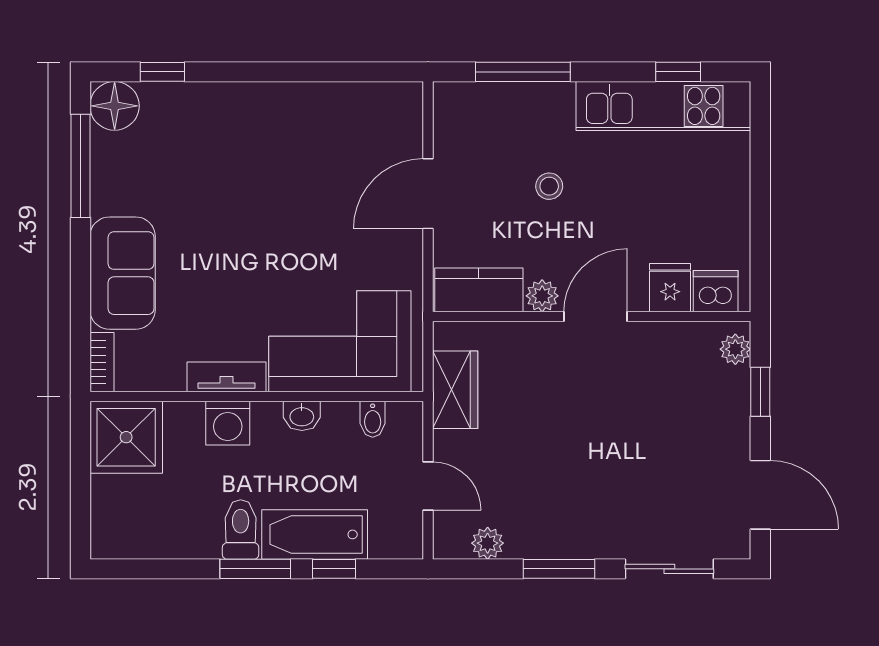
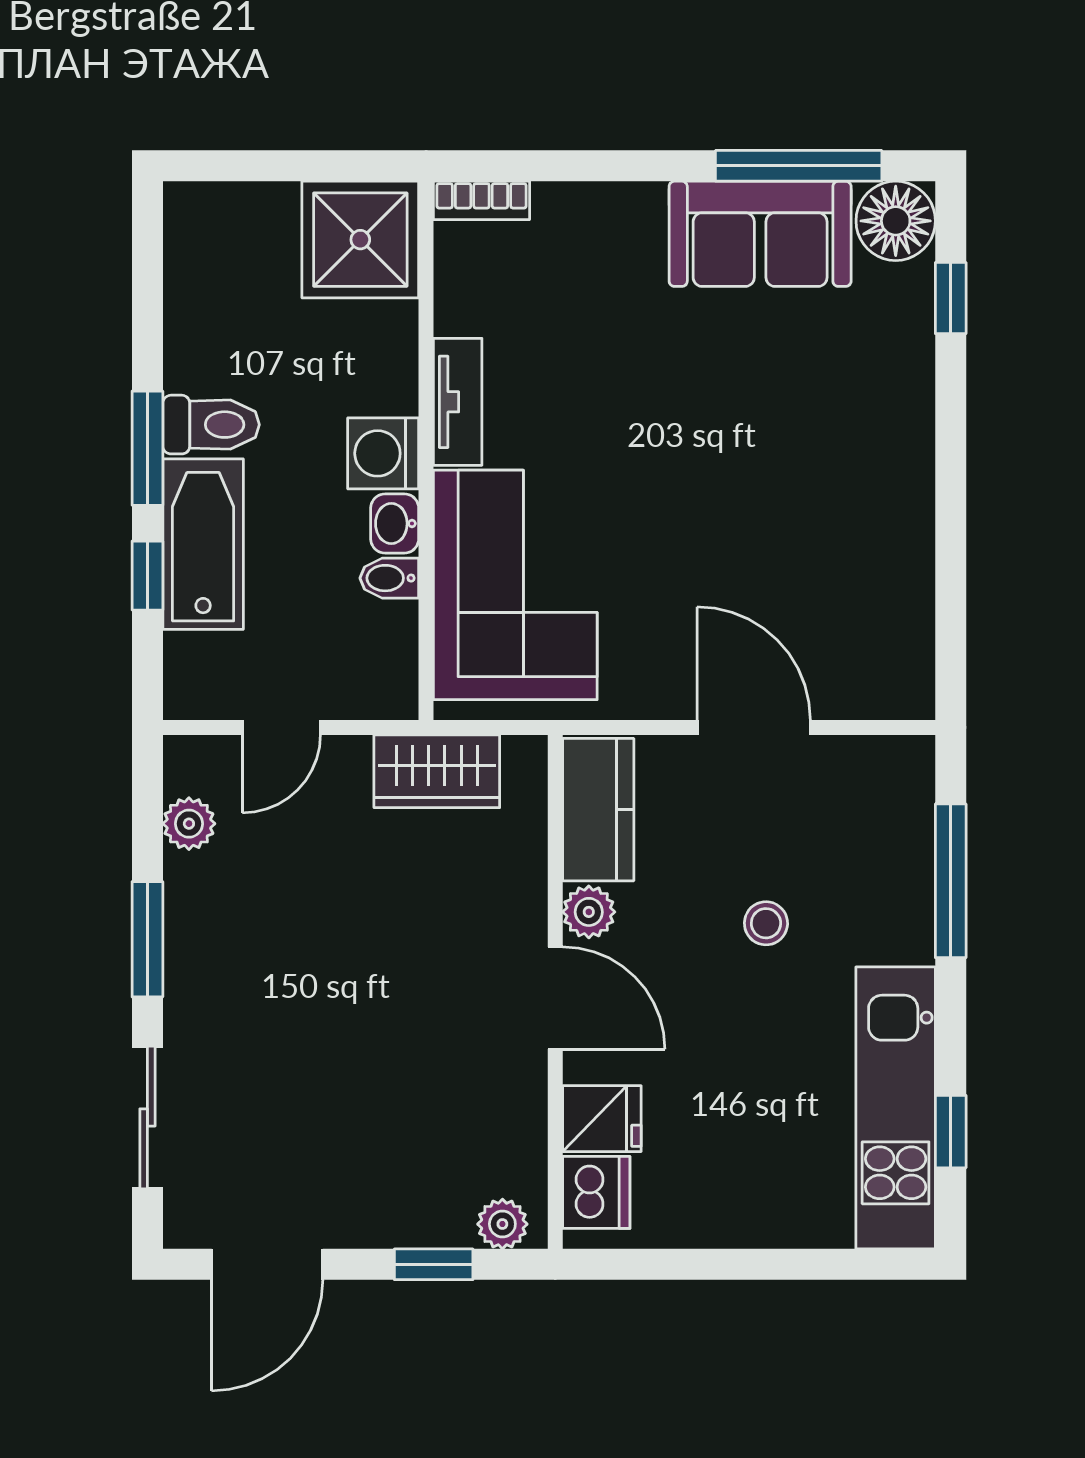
sofa: (123, 273) -> (760, 234), moved
bidet: (373, 419) -> (389, 578), moved
washing machine: (228, 423) -> (383, 453), moved

